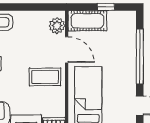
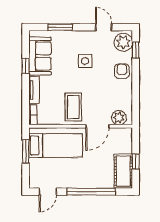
cot: (87, 21) -> (123, 171), moved

